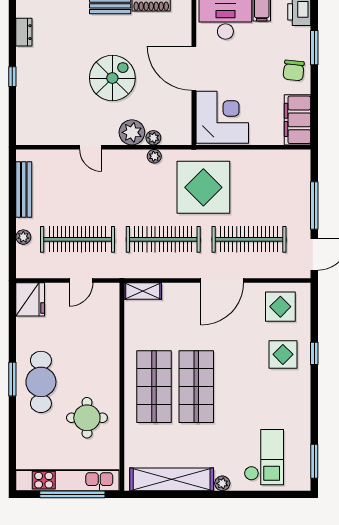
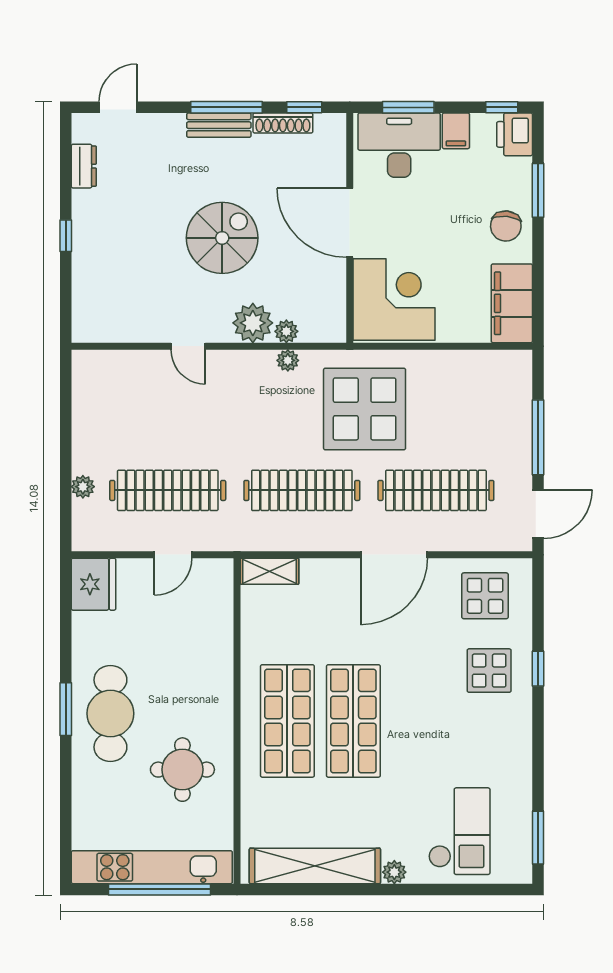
bench: (24, 190) -> (84, 412), removed

